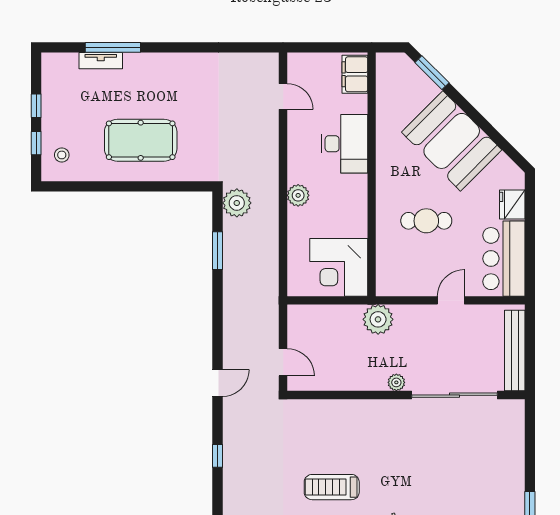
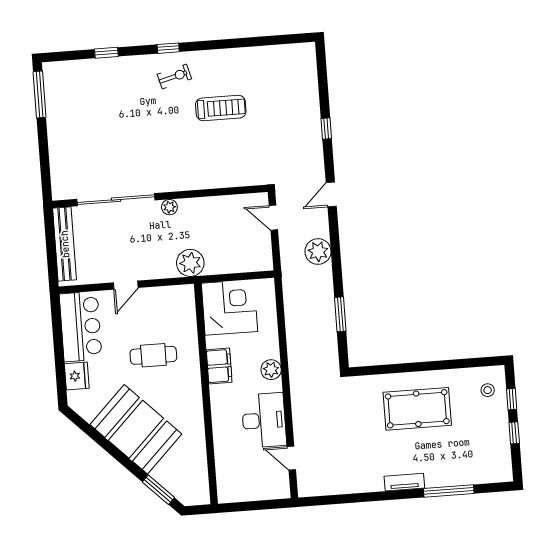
tv unit: (101, 61) -> (404, 482), moved
filing cabinet: (355, 74) -> (219, 366), moved
desk: (345, 144) -> (264, 420), moved, turned 180
plant: (237, 203) -> (318, 252), moved

